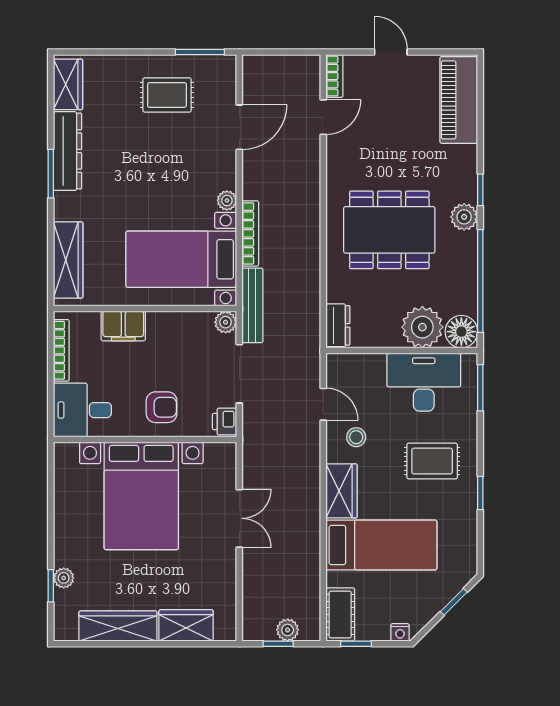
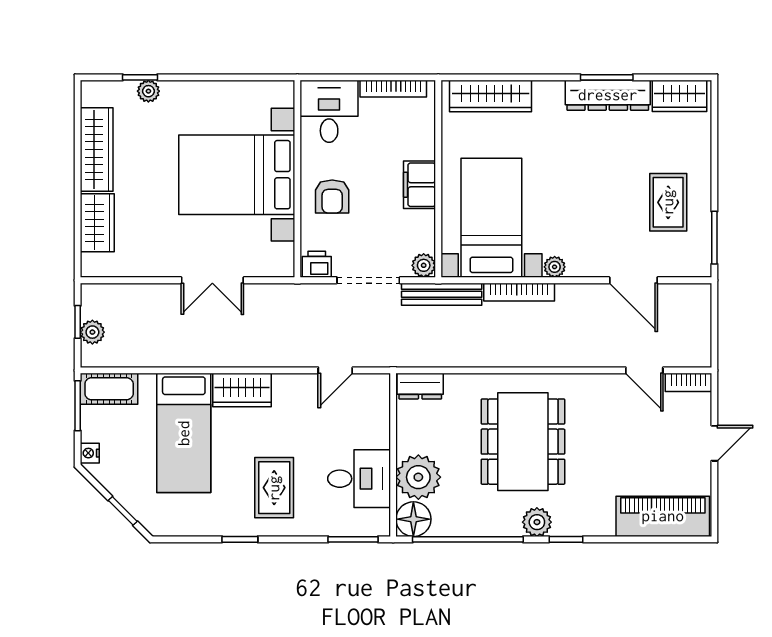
window: (51, 174) -> (607, 77), moved
filing cabinet: (123, 326) -> (420, 185), moved
desk: (424, 382) -> (359, 479), width x0.73
stool: (356, 437) -> (300, 406), removed
window: (356, 644) -> (78, 406), width x1.50

